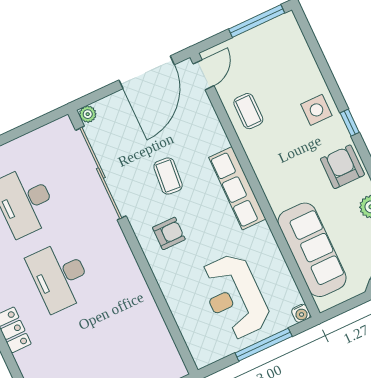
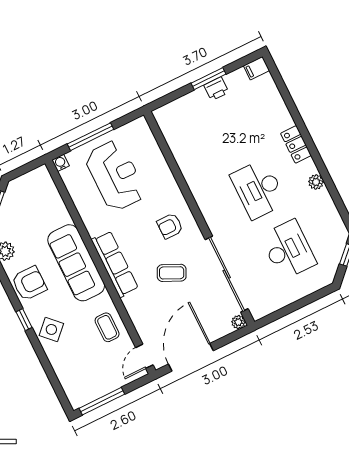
side table: (316, 110) -> (51, 329), turned 45
armchair: (342, 167) -> (29, 283), turned -90
coffee table: (168, 176) -> (172, 273), turned -70
sofa: (312, 250) -> (76, 263), moved
desk: (60, 276) -> (258, 189), turned 180

